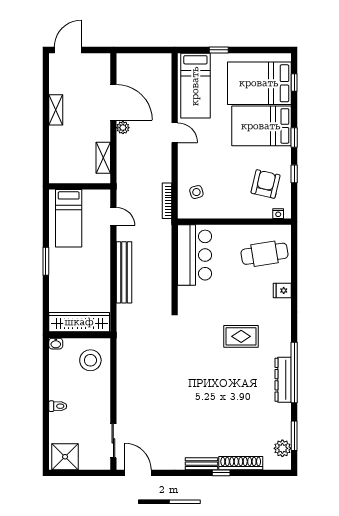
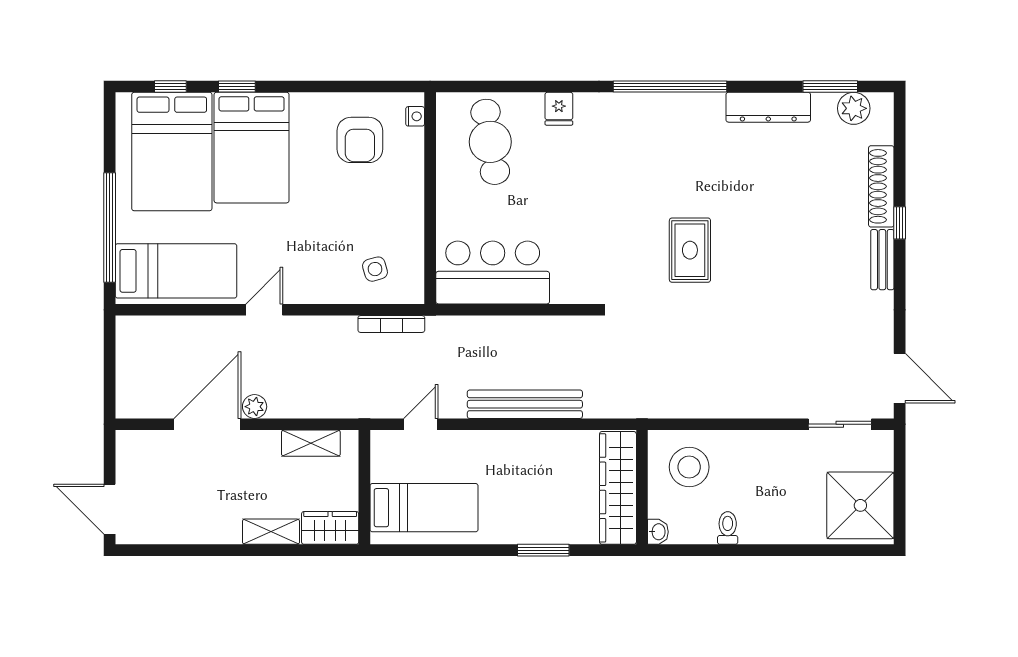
window: (219, 50) -> (110, 227), width x3.17
shelving: (56, 110) -> (271, 532), moved
window: (294, 138) -> (237, 86), moved
wardrobe: (58, 168) -> (330, 528), added
window: (294, 174) -> (341, 86), removed
armchair: (266, 184) -> (360, 140), turned -103
window: (46, 261) -> (543, 550), moved
rug: (241, 336) -> (690, 250), moved
window: (294, 372) -> (670, 86), moved
dresser: (283, 380) -> (768, 107), moved
toilet: (58, 406) -> (728, 528), moved
shower: (65, 457) -> (860, 505), width x1.37, depth x1.37
door: (138, 473) -> (900, 378), swing flipped

